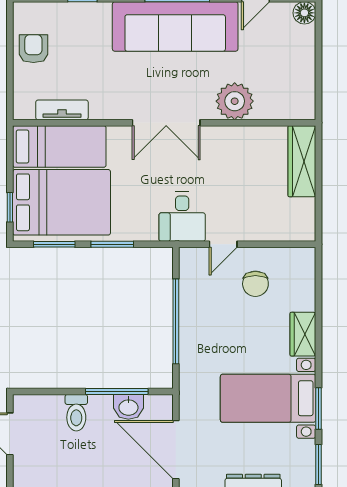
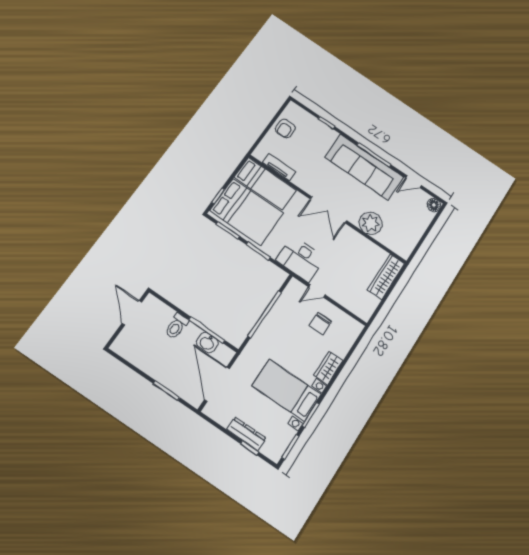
armchair: (33, 49) -> (285, 129), turned 180
desk: (182, 217) -> (300, 259), width x1.37

